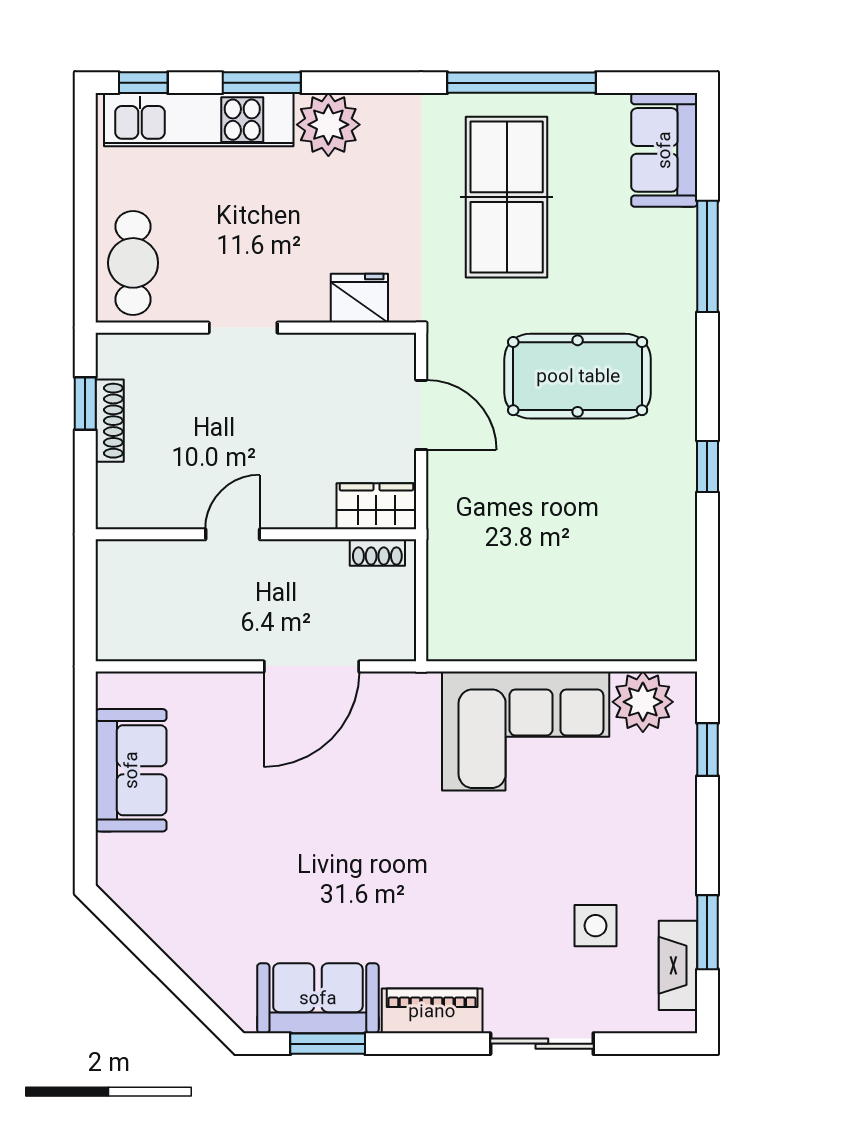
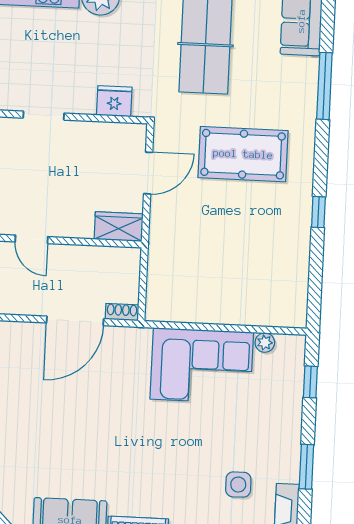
door: (421, 415) -> (148, 173), hinge flipped
door: (233, 534) -> (31, 239), swing flipped
shoe rack: (377, 553) -> (122, 312), moved, turned 180
plant: (643, 702) -> (265, 343), width x0.53, depth x0.53
window: (707, 932) -> (306, 467), moved

